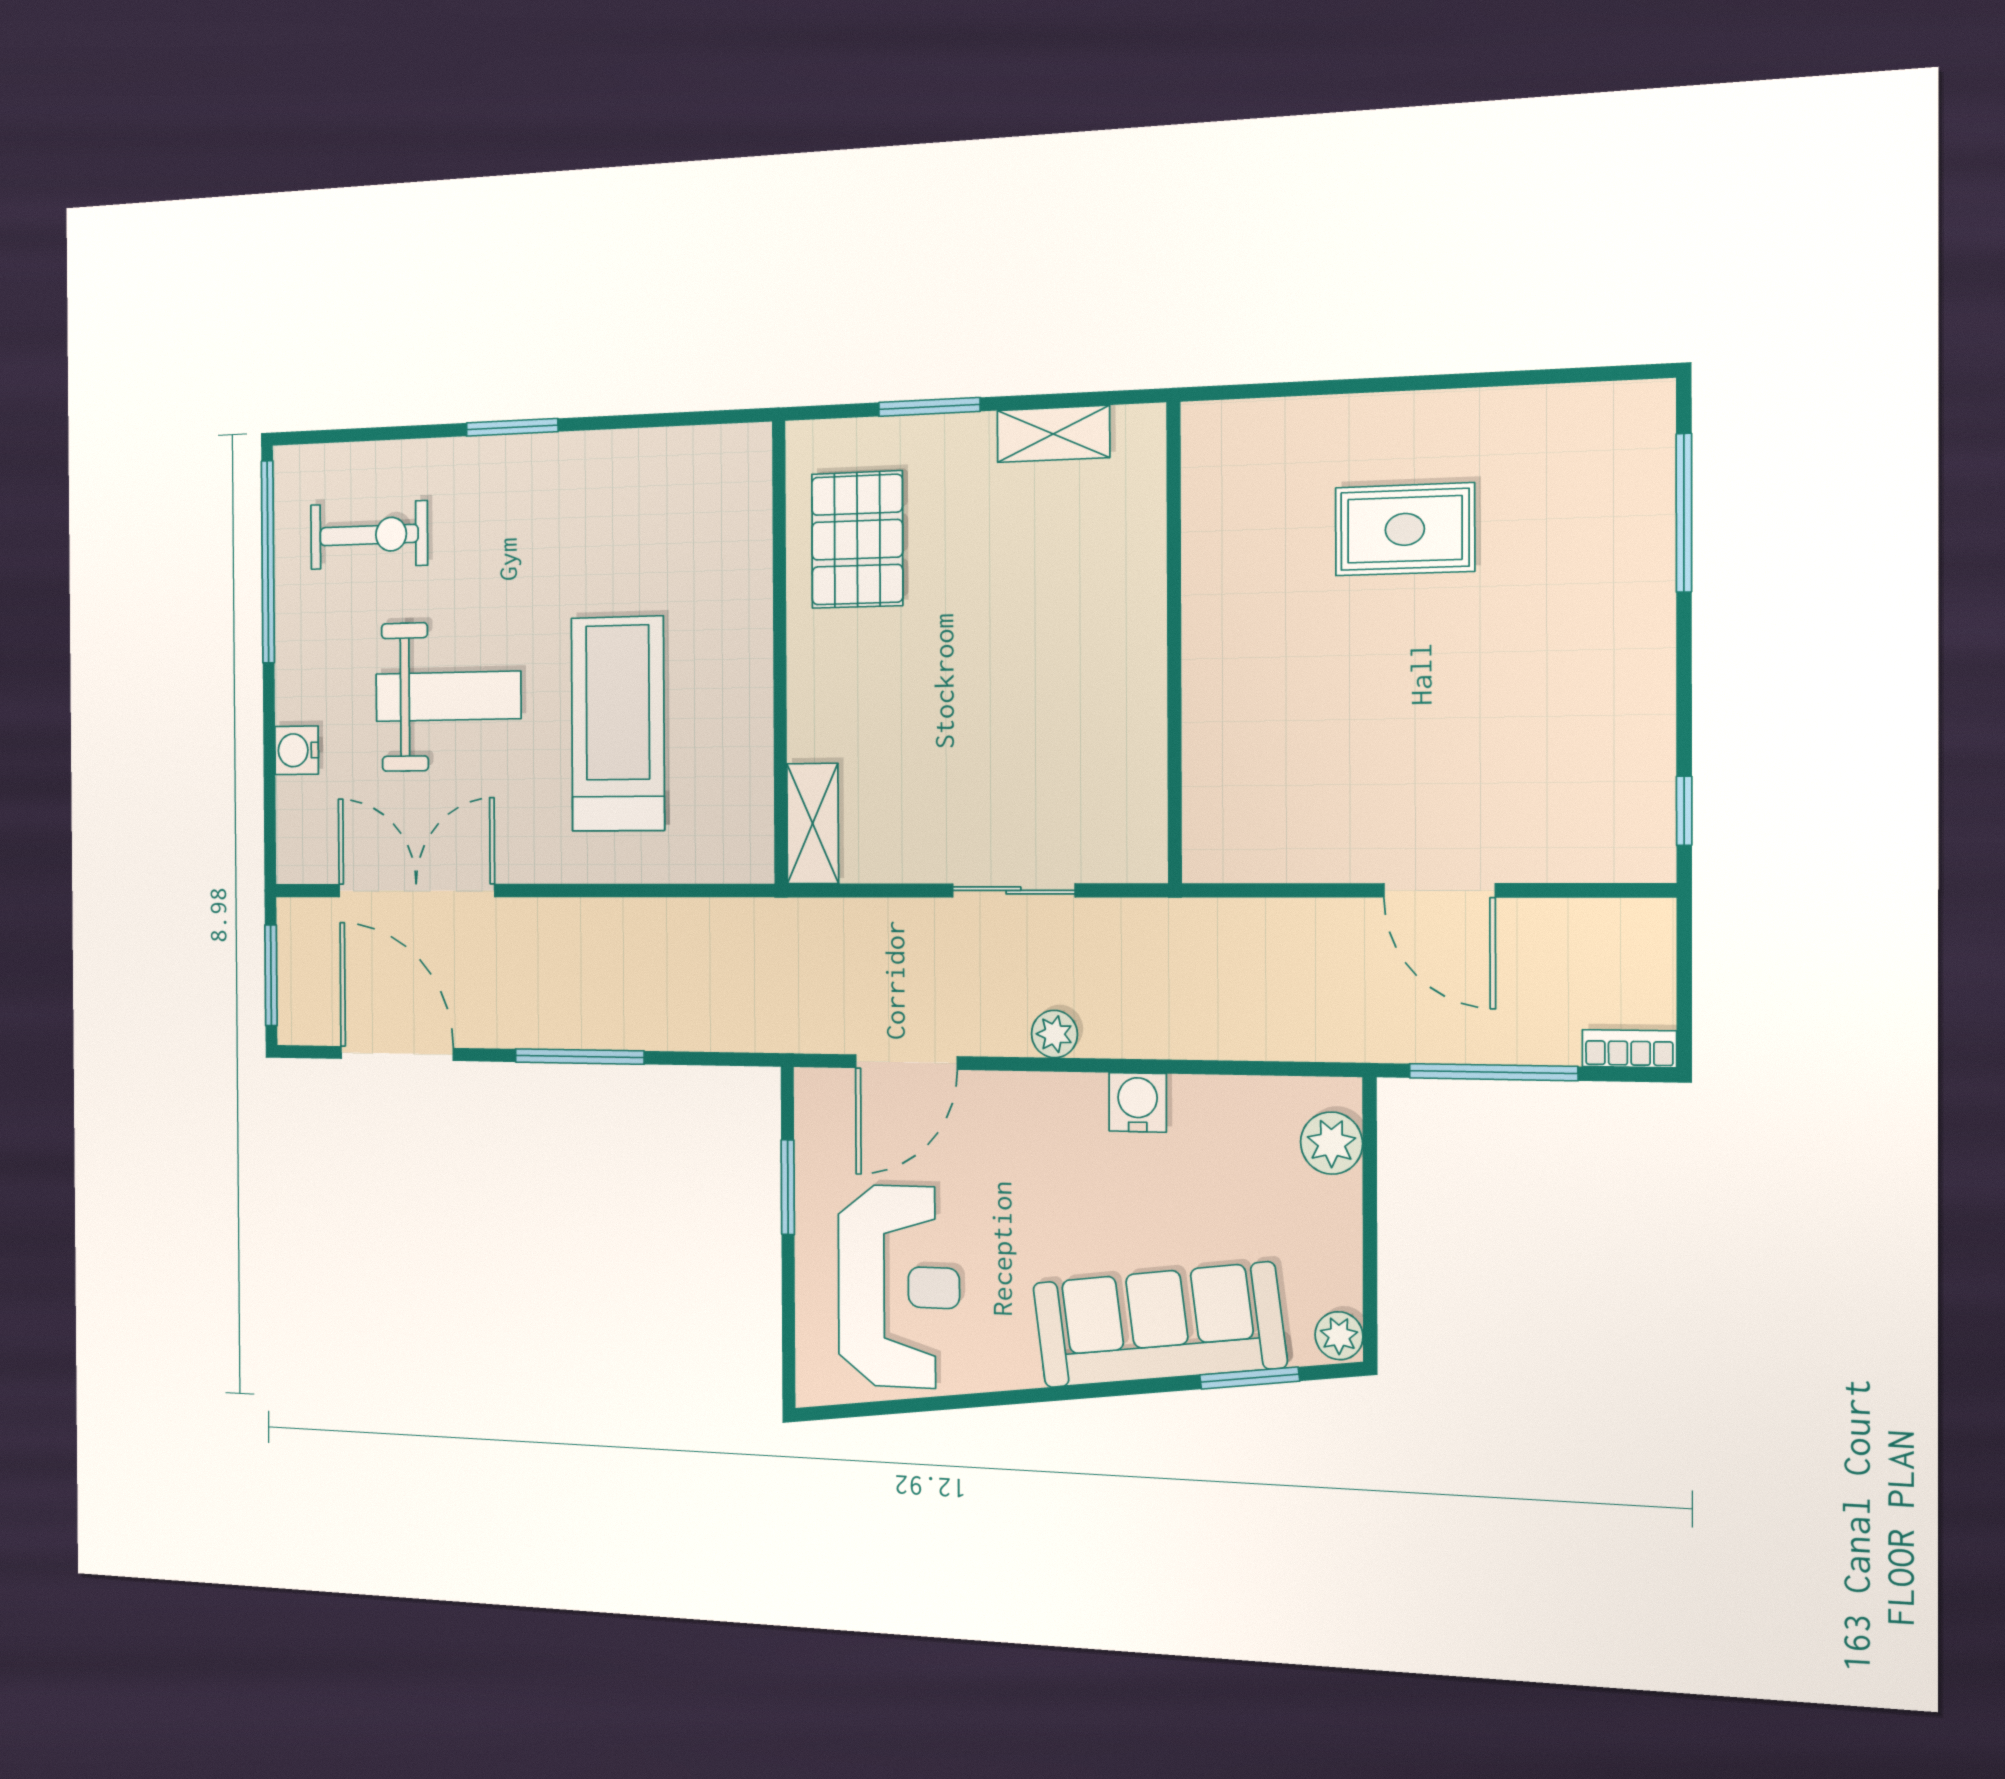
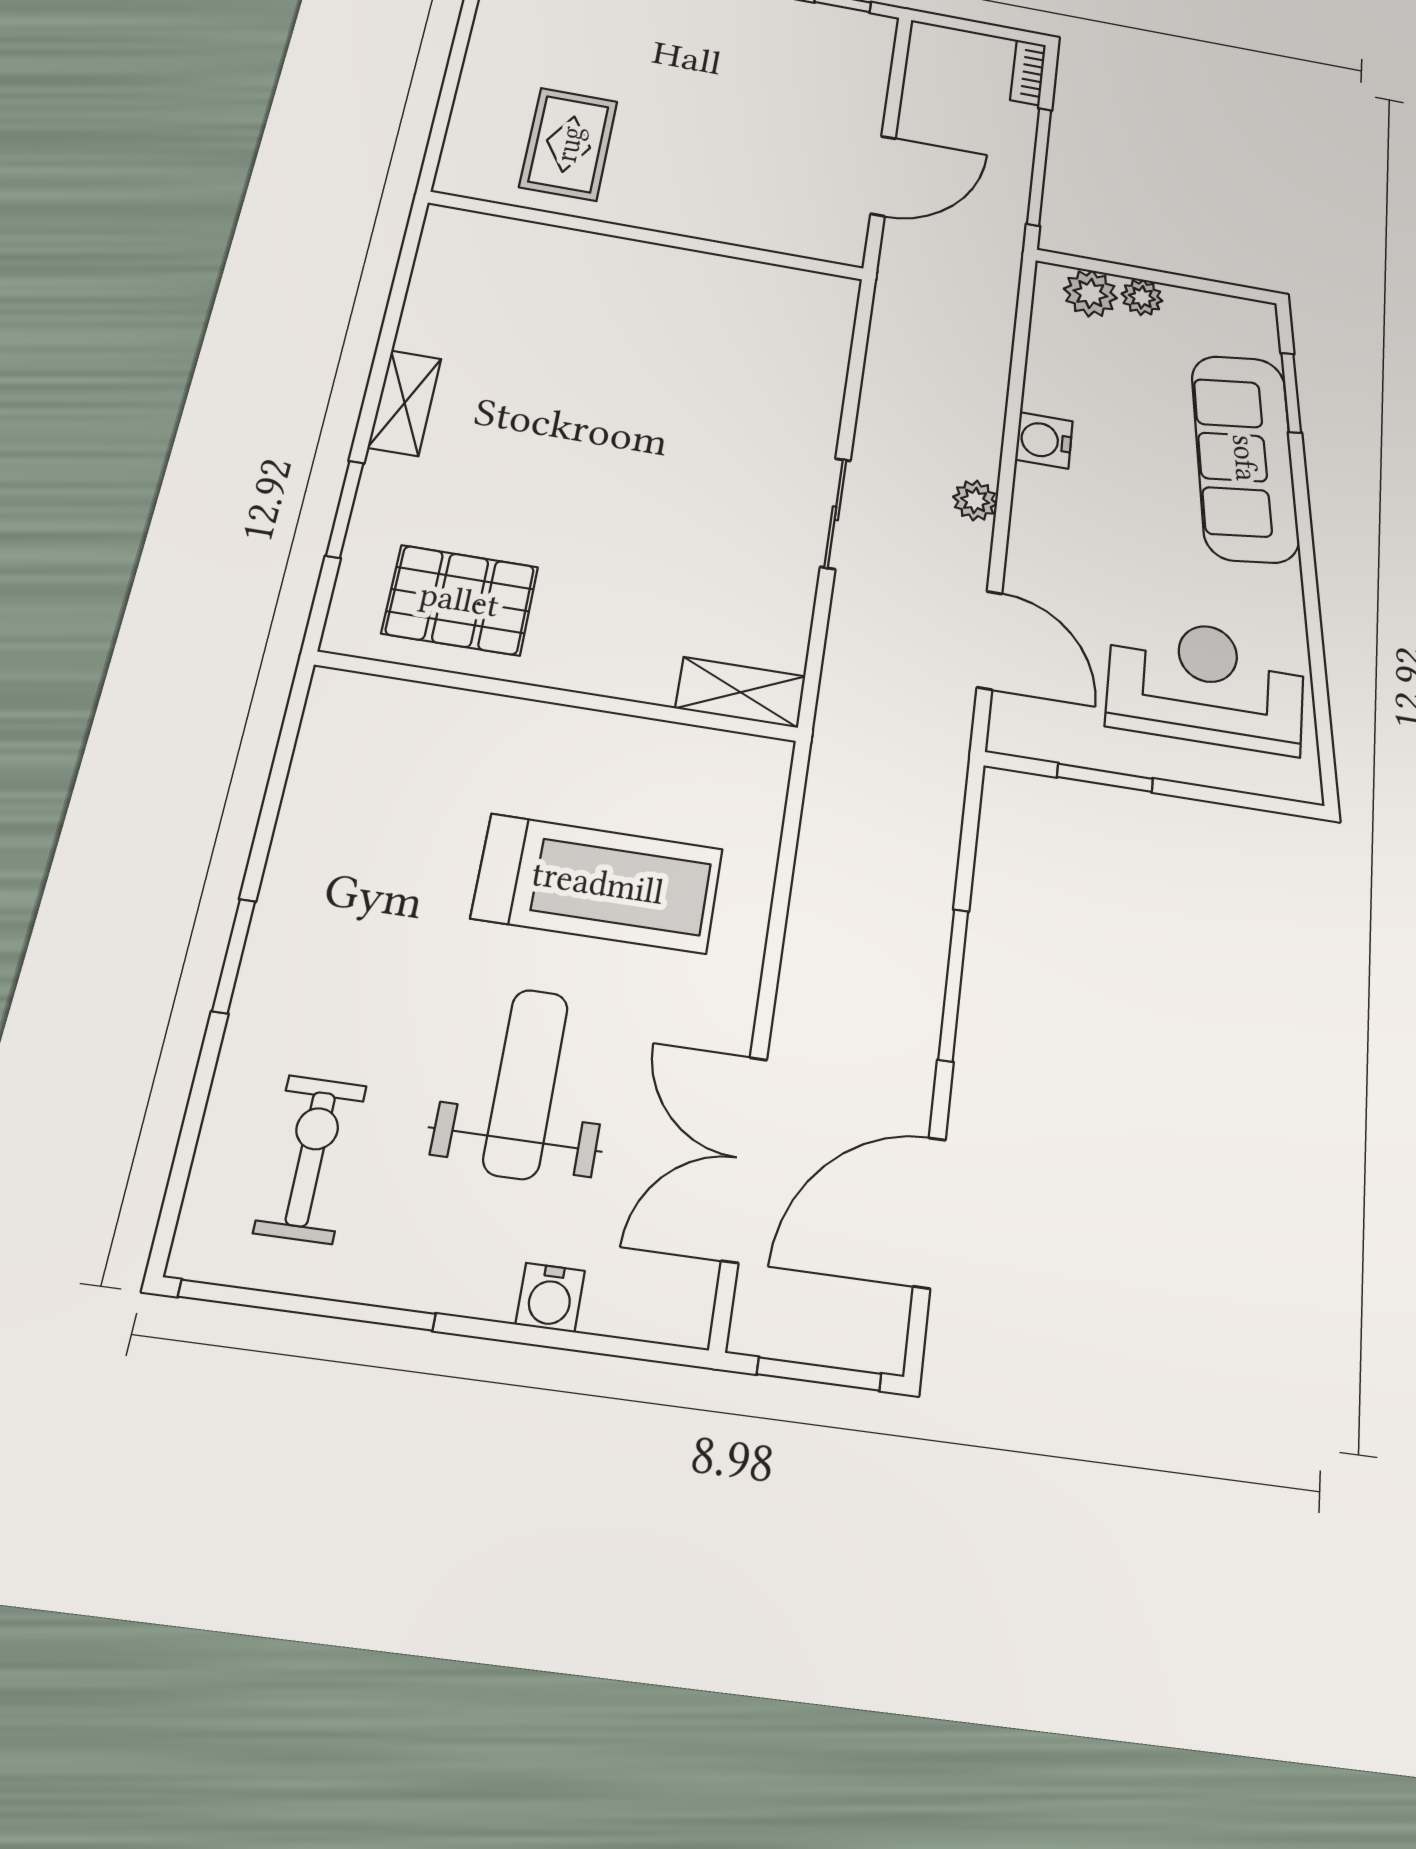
wall: (1174, 643) -> (648, 236), moved
treadmill: (618, 724) -> (598, 883), turned 180
plant: (1339, 1336) -> (1142, 297), moved

